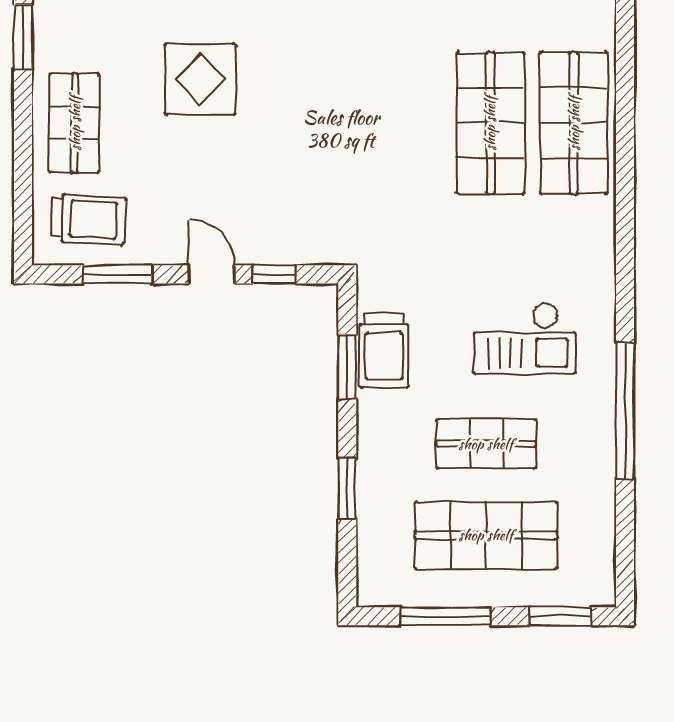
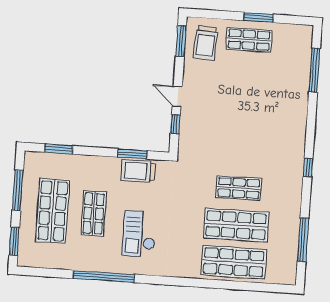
window: (23, 37) -> (258, 17), moved
display table: (200, 79) -> (264, 97), removed
shop shelf: (407, 123) -> (239, 188), added
window: (118, 274) -> (181, 41), moved
door: (212, 274) -> (177, 96), swing flipped
window: (347, 488) -> (59, 149), moved

